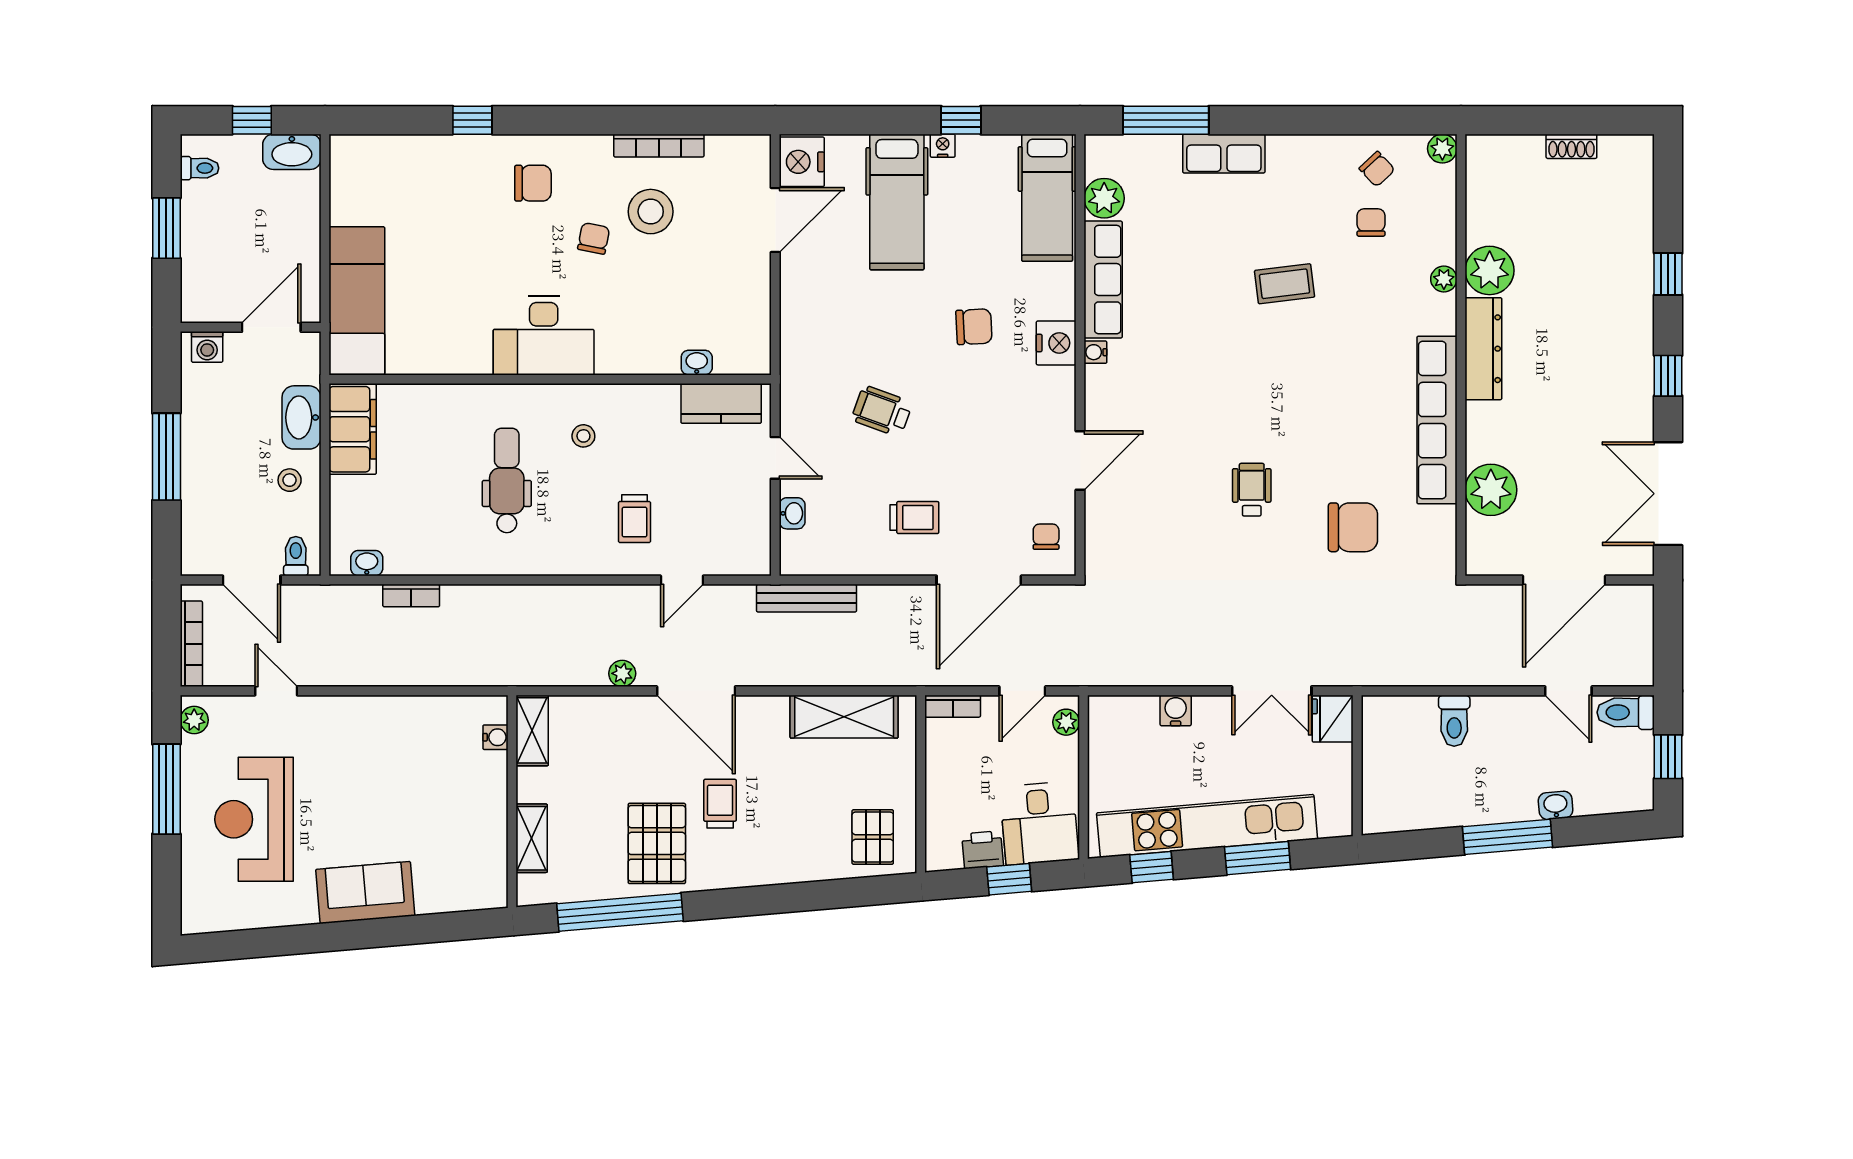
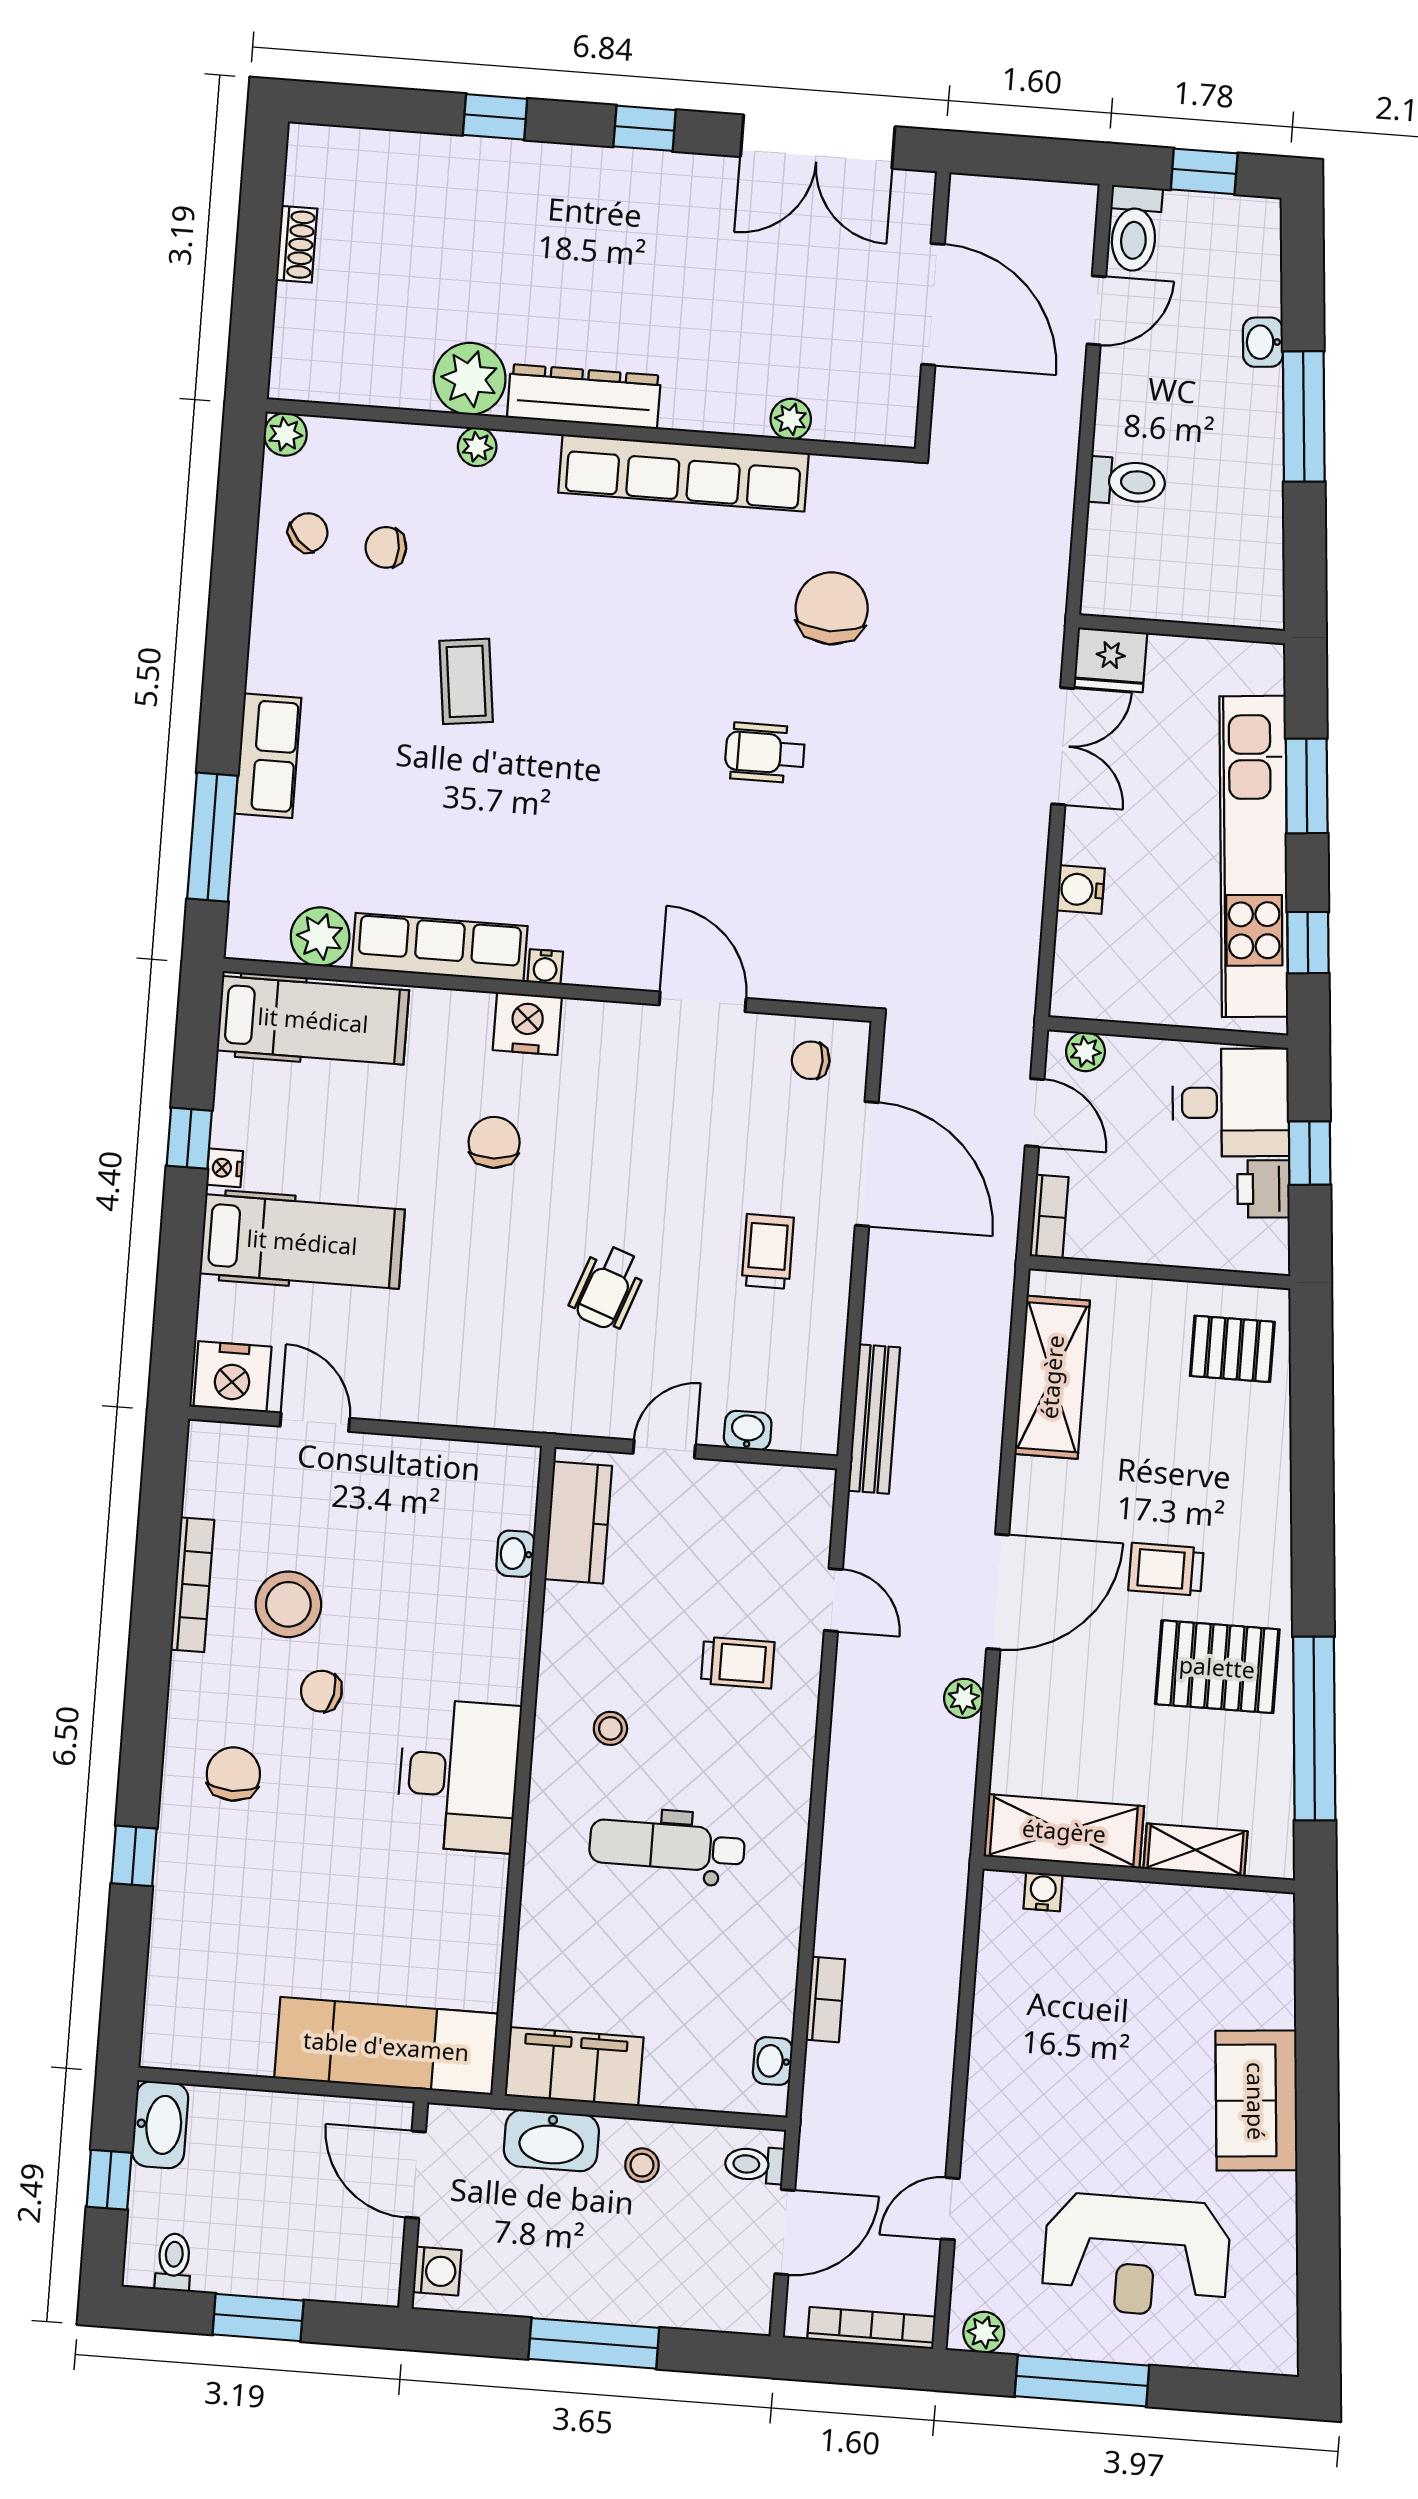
door: (775, 220) -> (315, 1422), width x0.73
plant: (1491, 490) -> (791, 419), width x0.53, depth x0.53
shelving: (532, 730) -> (1064, 1831), width x1.50, depth x1.33

